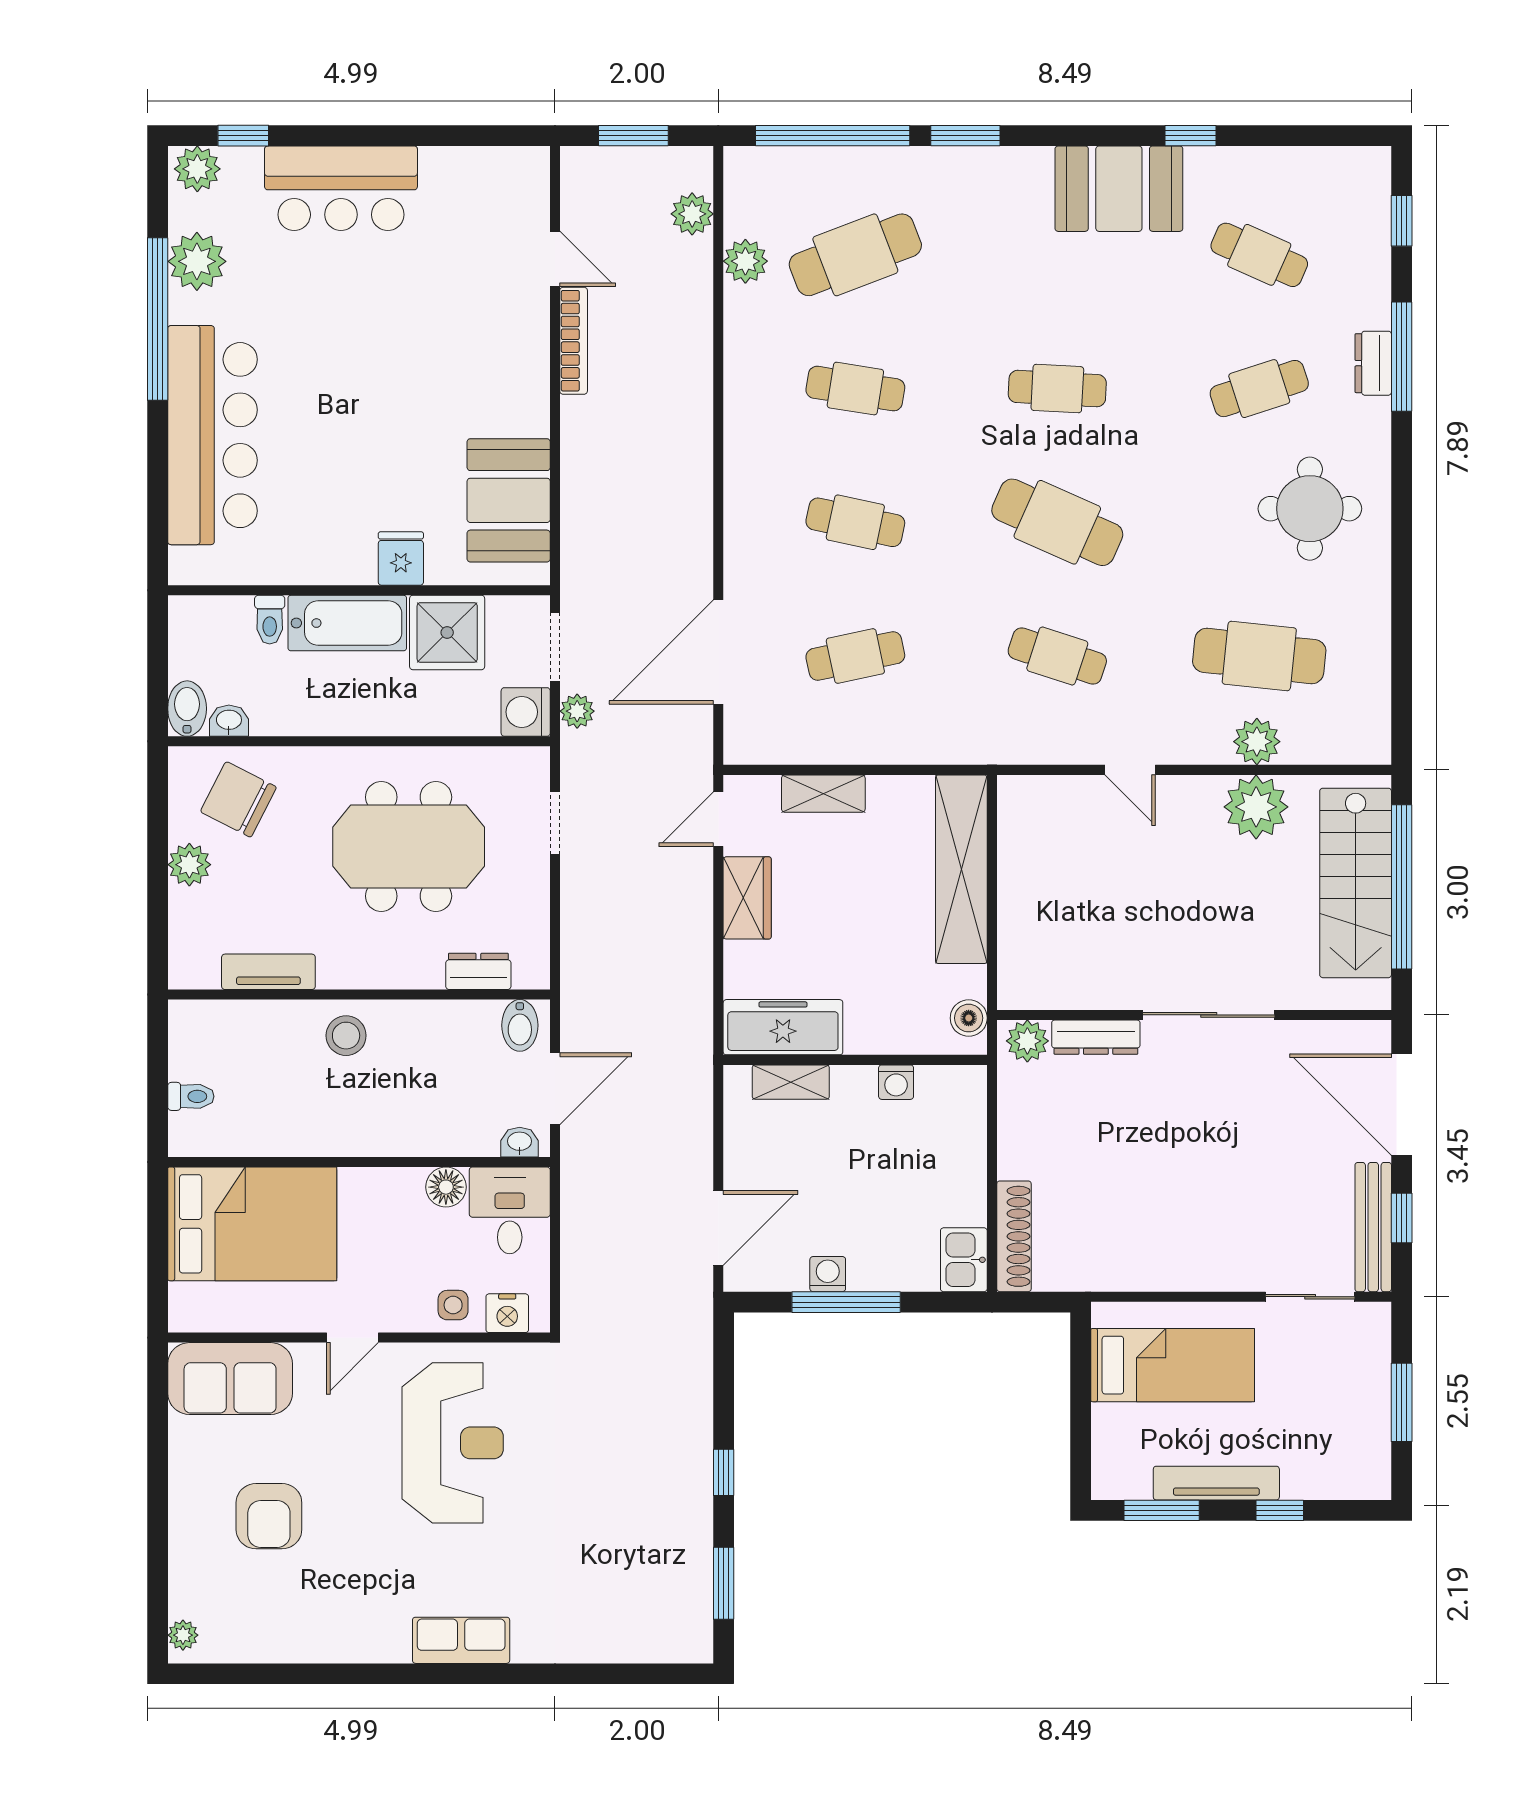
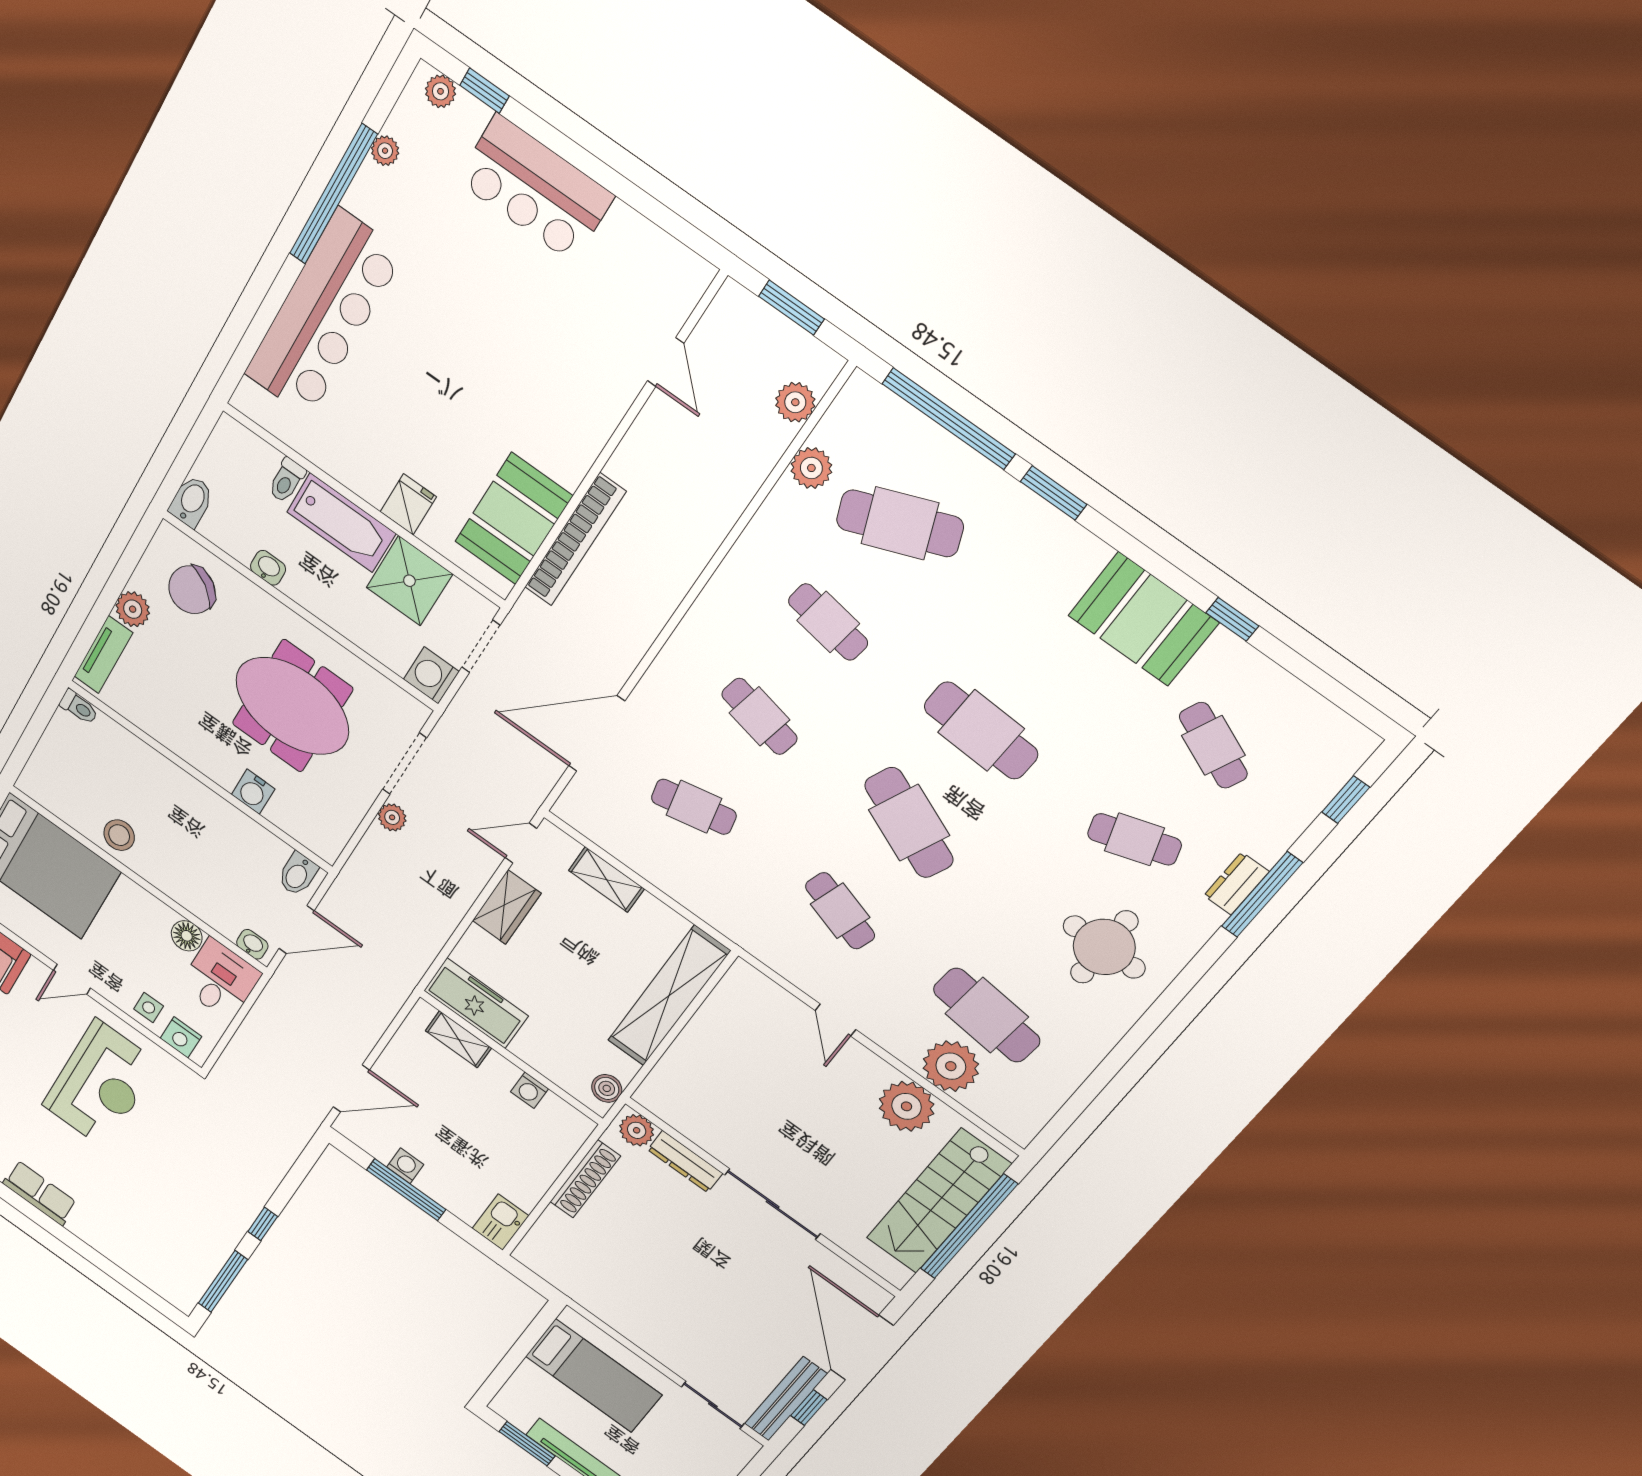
plant: (197, 169) -> (440, 91), width x0.73, depth x0.73
plant: (197, 261) -> (385, 151), width x0.53, depth x0.53
bookcase: (574, 341) -> (575, 540), moved, width x1.48, depth x1.31
cafe table: (1057, 389) -> (981, 731), width x1.37, depth x1.35
plant: (577, 711) -> (392, 817), moved
washbasin: (229, 721) -> (268, 568), moved
plant: (1257, 742) -> (951, 1066), width x1.36, depth x1.36
chair: (238, 799) -> (192, 590), turned -81
doorway: (555, 823) -> (404, 764), width x1.38
water cooler: (422, 969) -> (253, 792), added
dresser: (478, 971) -> (291, 820), removed
tv unit: (268, 972) -> (103, 655), moved, turned 90
stool: (346, 1036) -> (119, 835), moved
toilet: (191, 1096) -> (79, 707), moved
shoe rack: (1014, 1236) -> (585, 1179), moved
window: (724, 1583) -> (223, 1281), width x1.44

